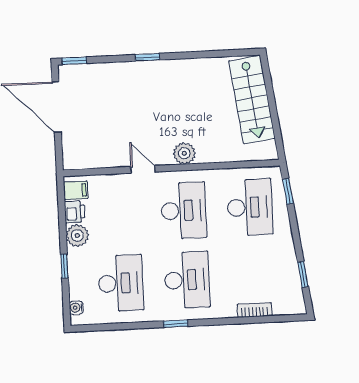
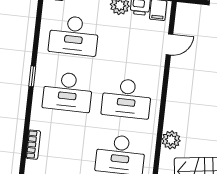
plant: (184, 153) -> (171, 140), moved
door: (143, 169) -> (170, 44), moved

